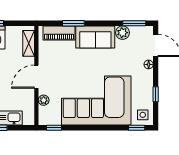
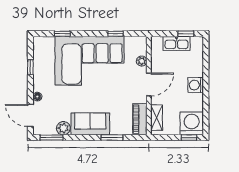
piano: (59, 33) -> (140, 119), moved, turned -90
side table: (143, 115) -> (43, 47), removed
window: (54, 128) -> (116, 34), moved
window: (137, 128) -> (62, 34), moved

